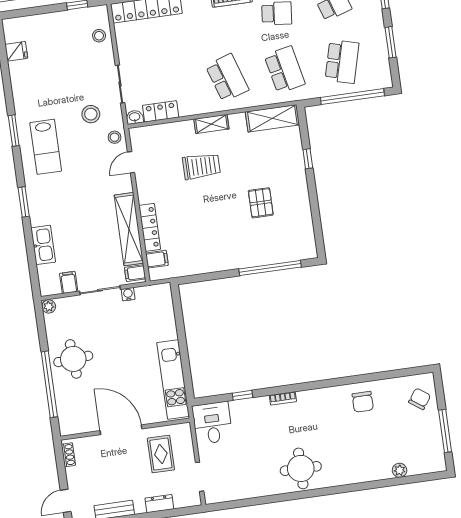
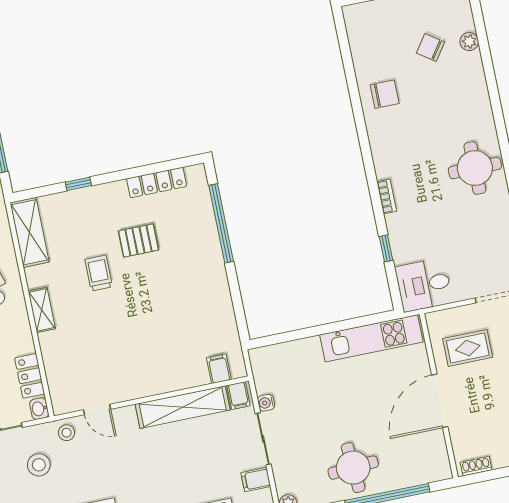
trolley: (201, 166) -> (99, 273), moved, width x0.73, depth x0.72
locker: (150, 227) -> (157, 182), moved, turned 180
chair: (420, 399) -> (430, 47), moved

